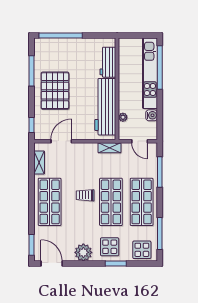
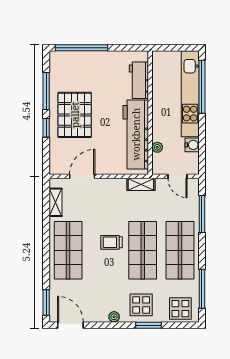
window: (32, 125) -> (46, 128), moved
plant: (83, 252) -> (114, 317), width x0.53, depth x0.53

